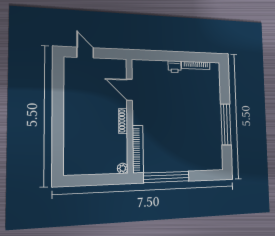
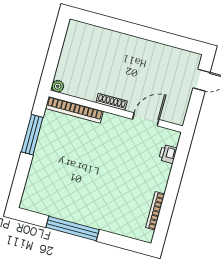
printer: (175, 67) -> (168, 154), moved
window: (166, 177) -> (32, 135), width x0.68

